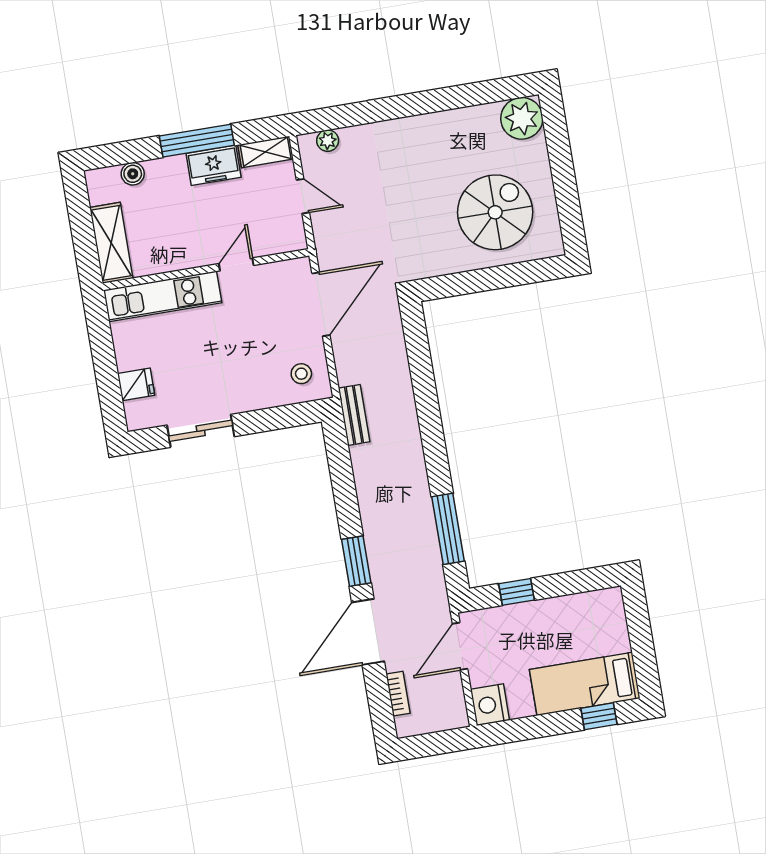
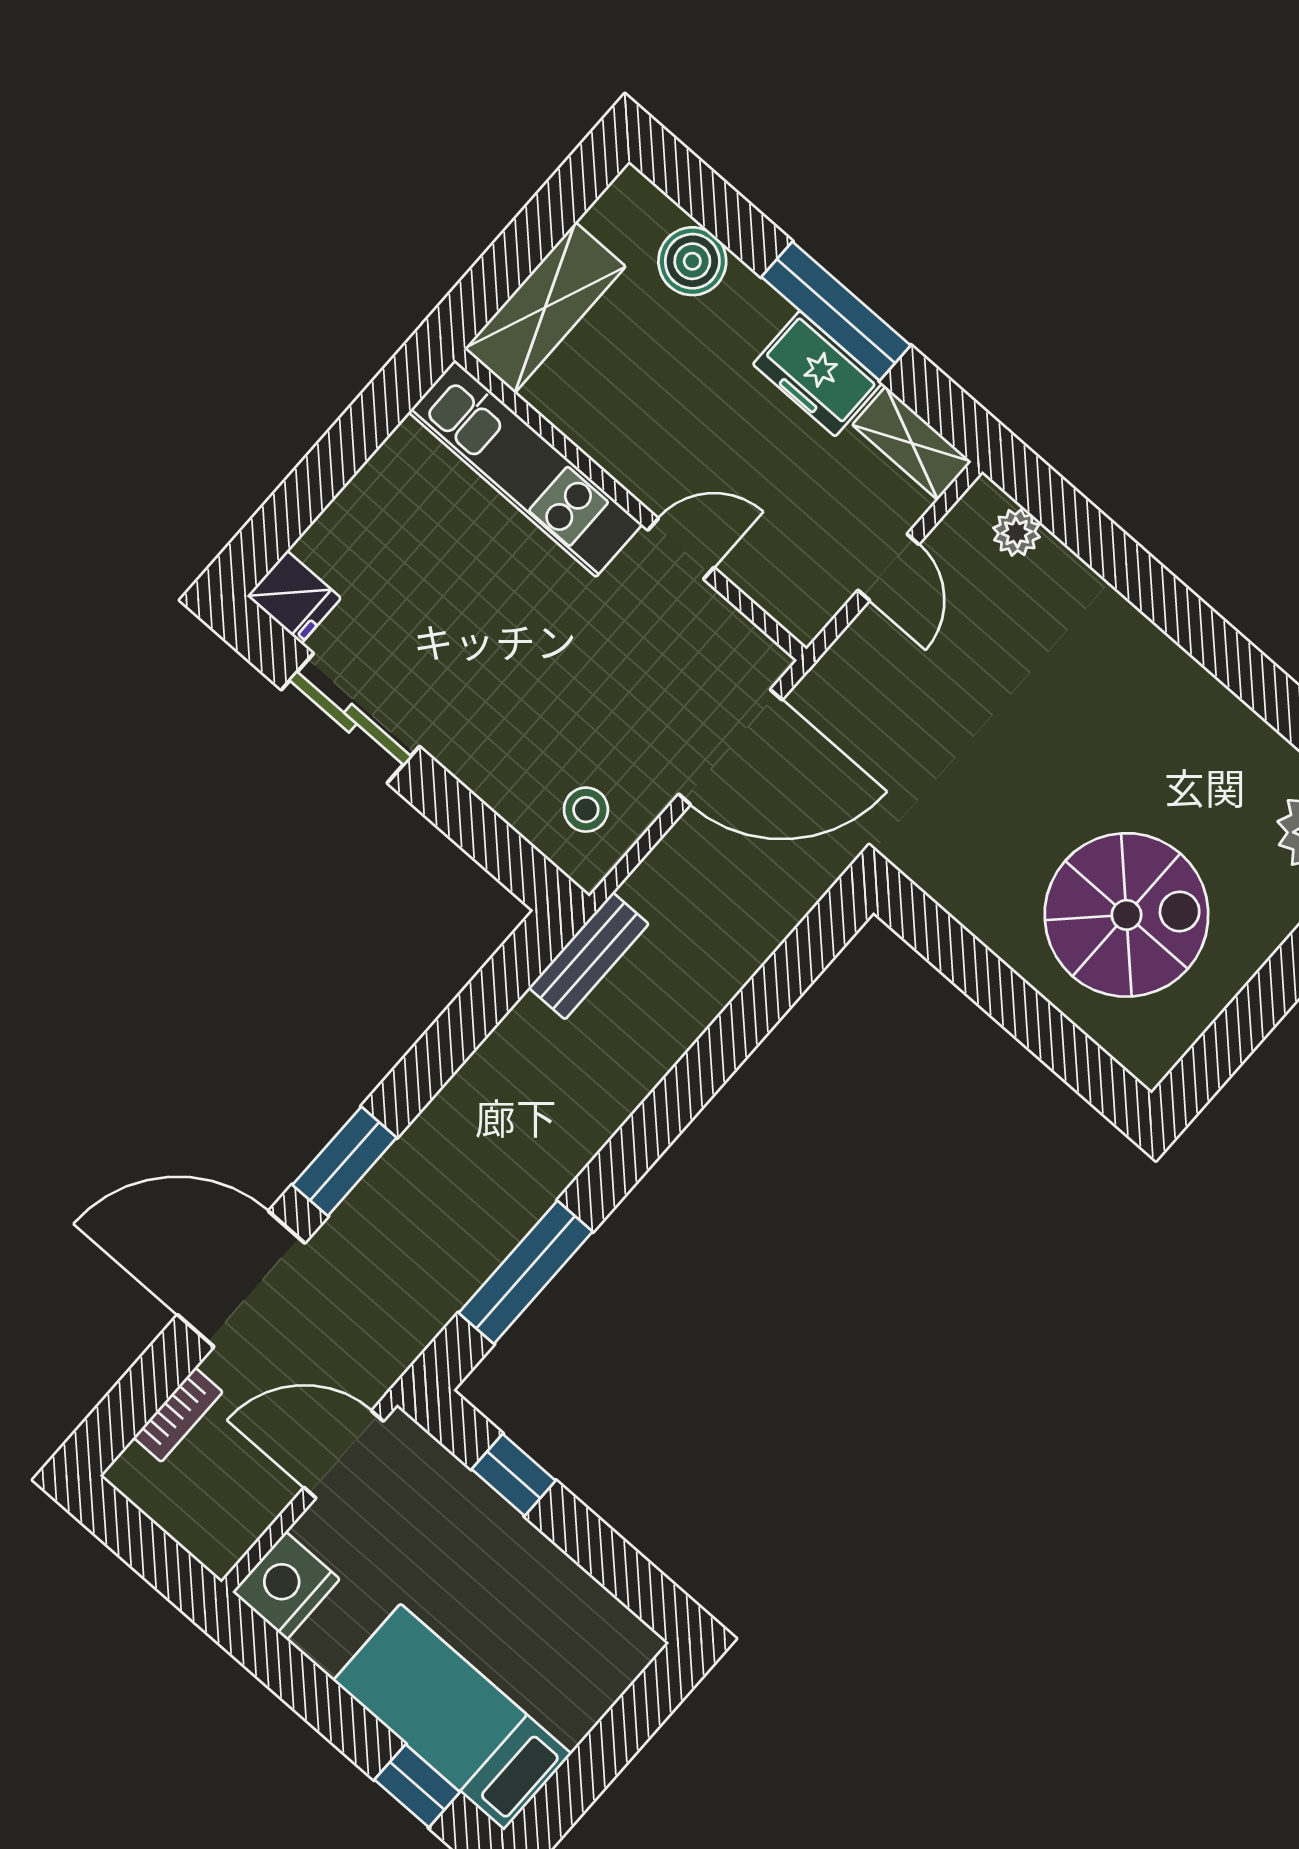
boiler: (133, 174) -> (692, 261), width x1.36, depth x1.36
fridge: (136, 384) -> (294, 597), moved

